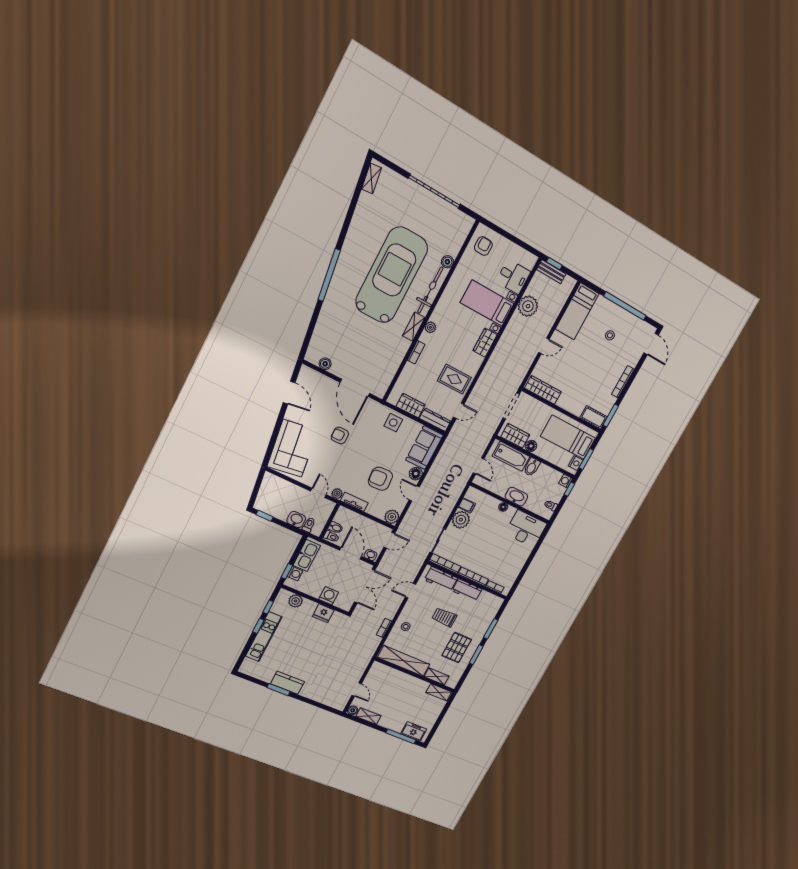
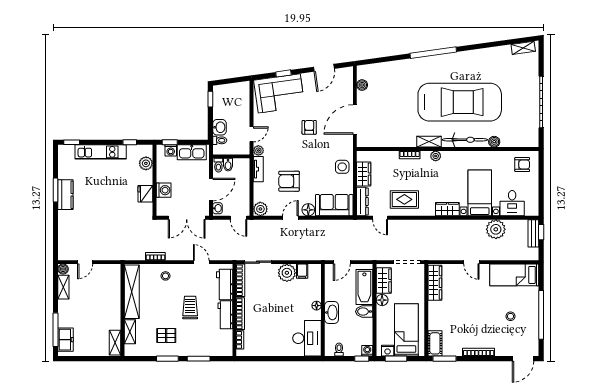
rug: (454, 379) -> (404, 199), turned 90
window: (275, 435) -> (283, 73), added
armchair: (380, 479) -> (289, 181), turned -86
window: (258, 626) -> (72, 142), moved
pallet: (457, 647) -> (166, 336), width x0.67, depth x0.71

